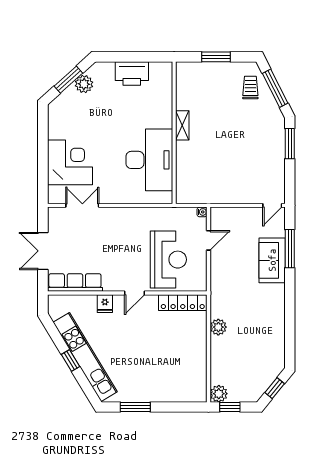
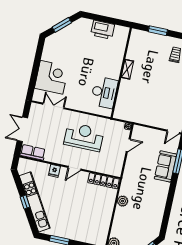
plant: (84, 84) -> (71, 30), removed
desk: (149, 160) -> (104, 92), width x0.73, depth x0.77
reception desk: (168, 260) -> (84, 137), moved, turned -90
row of seats: (75, 283) -> (33, 152), width x0.68

